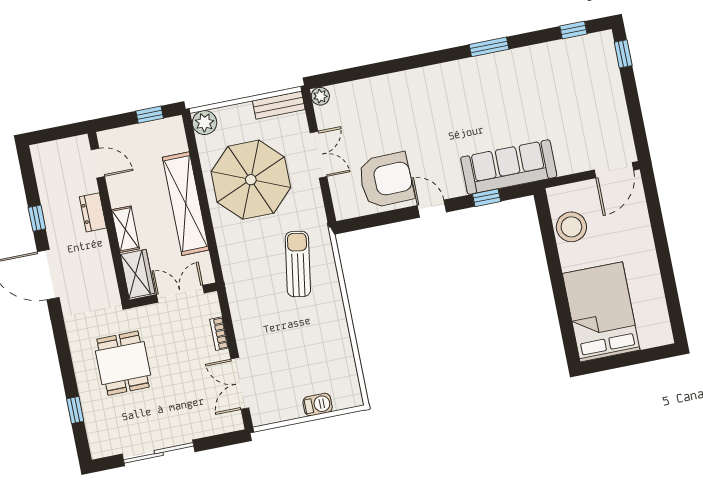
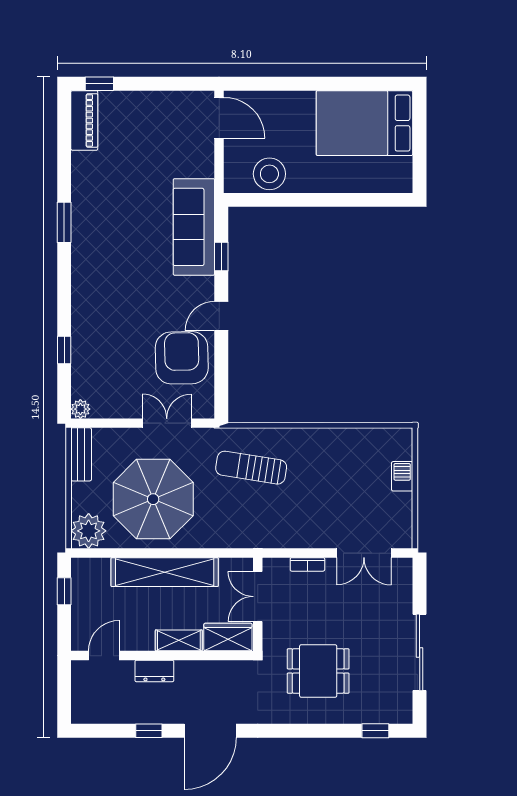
window: (573, 30) -> (64, 350), moved
piano: (587, 47) -> (84, 120), added
plant: (205, 123) -> (89, 531), width x1.36, depth x1.36
double door: (318, 155) -> (167, 423), moved
bed: (601, 312) -> (364, 123), moved
window: (75, 410) -> (375, 731), moved

